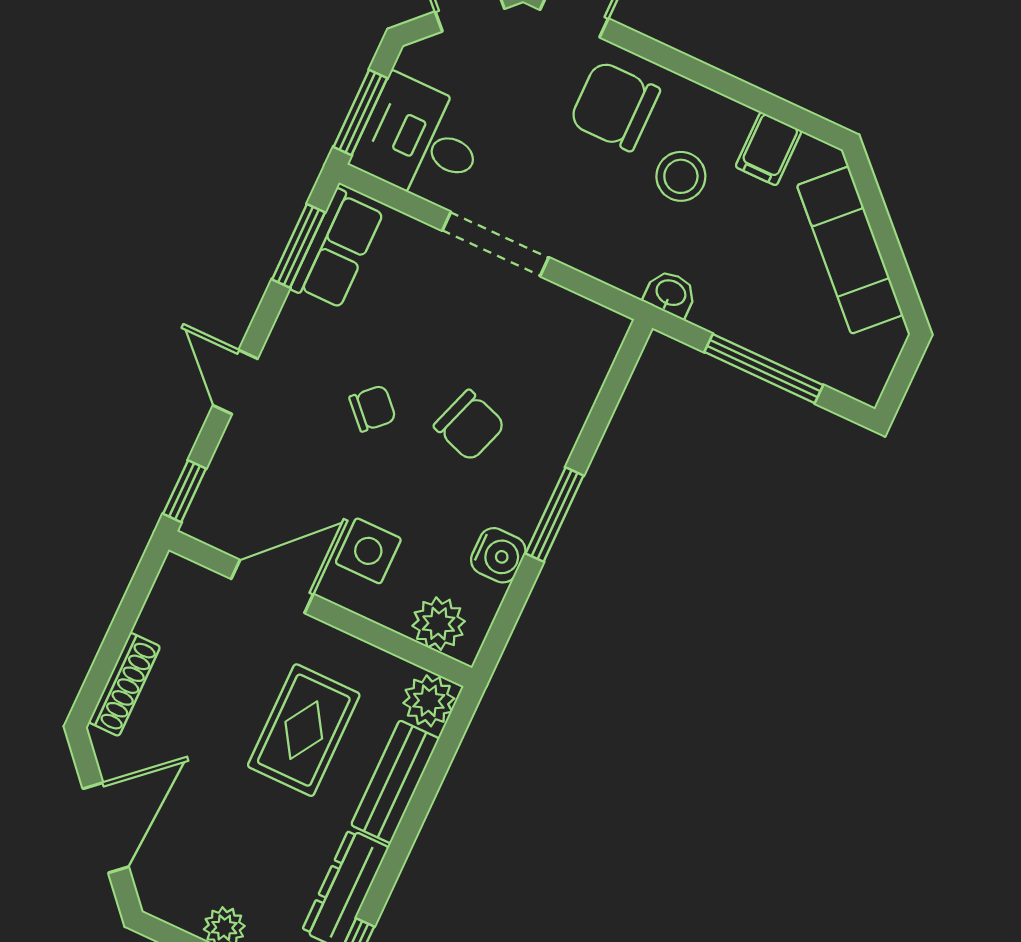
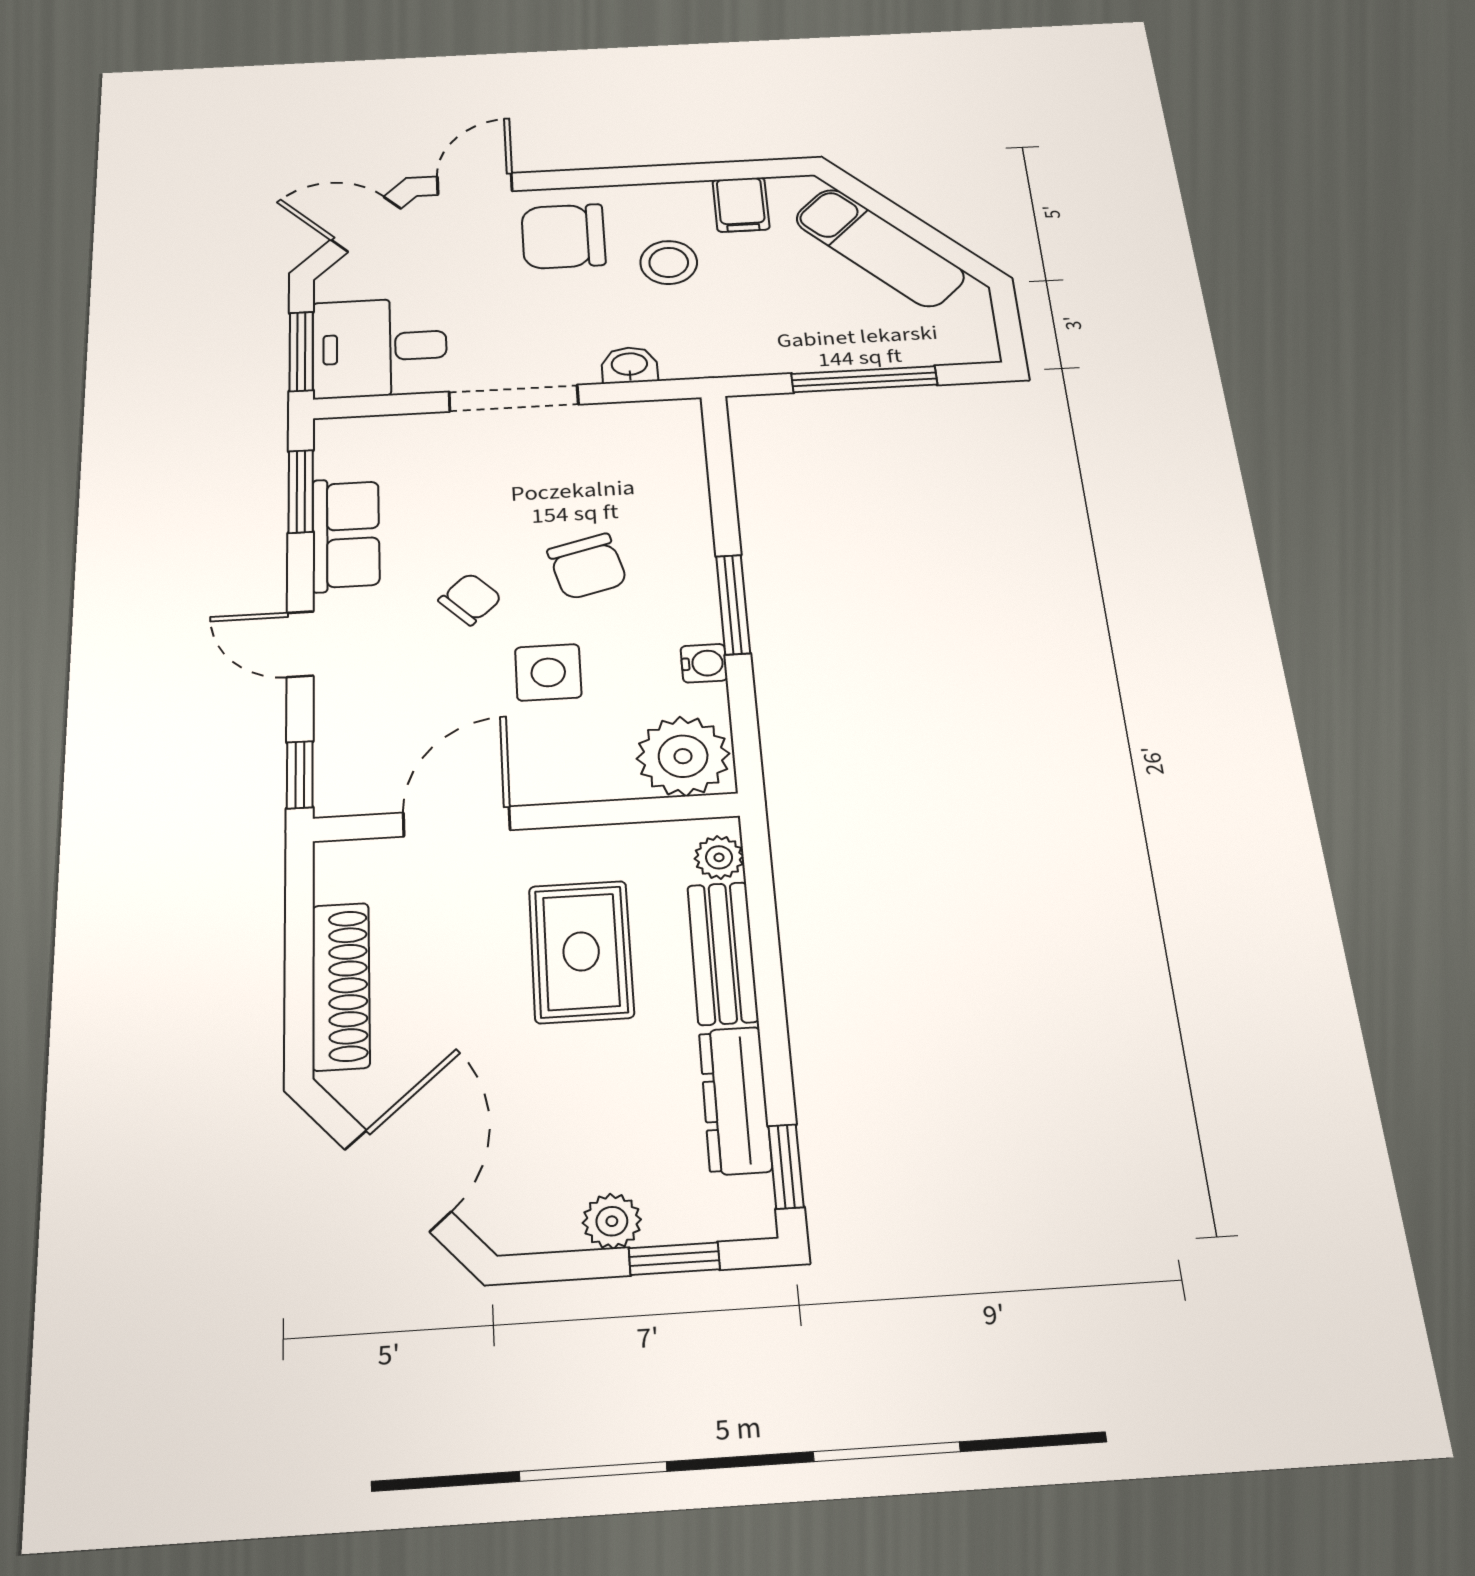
row of seats: (337, 249) -> (346, 534), moved
washbasin: (670, 294) -> (629, 365), moved
chair: (470, 426) -> (587, 566), turned 56
side table: (368, 551) -> (548, 672), moved
water cooler: (498, 555) -> (704, 663), width x0.72, depth x0.72
plant: (439, 624) -> (683, 756), width x1.36, depth x1.36
shoe rack: (124, 684) -> (341, 986), width x1.36, depth x1.24
plant: (429, 701) -> (719, 857), width x0.73, depth x0.73

